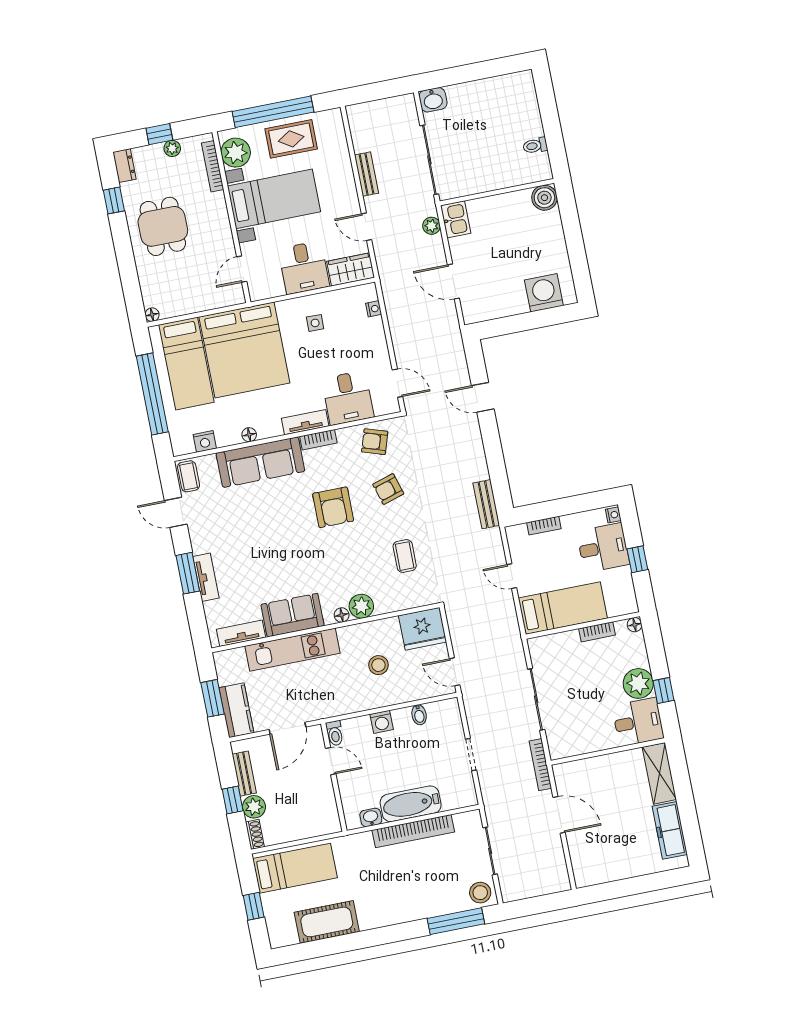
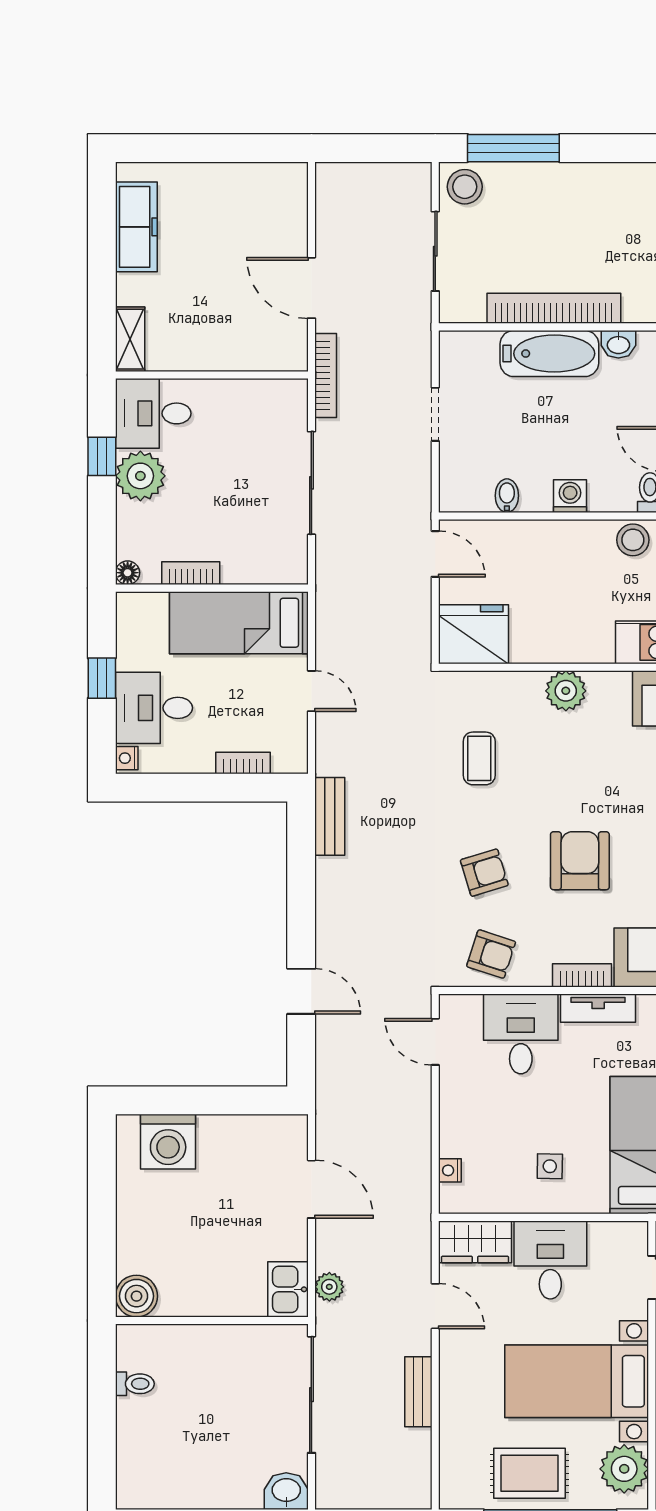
floor lamp: (342, 615) -> (601, 683), removed
stool: (378, 665) -> (633, 540), moved
shelving: (659, 773) -> (130, 339), width x0.67, depth x0.75

